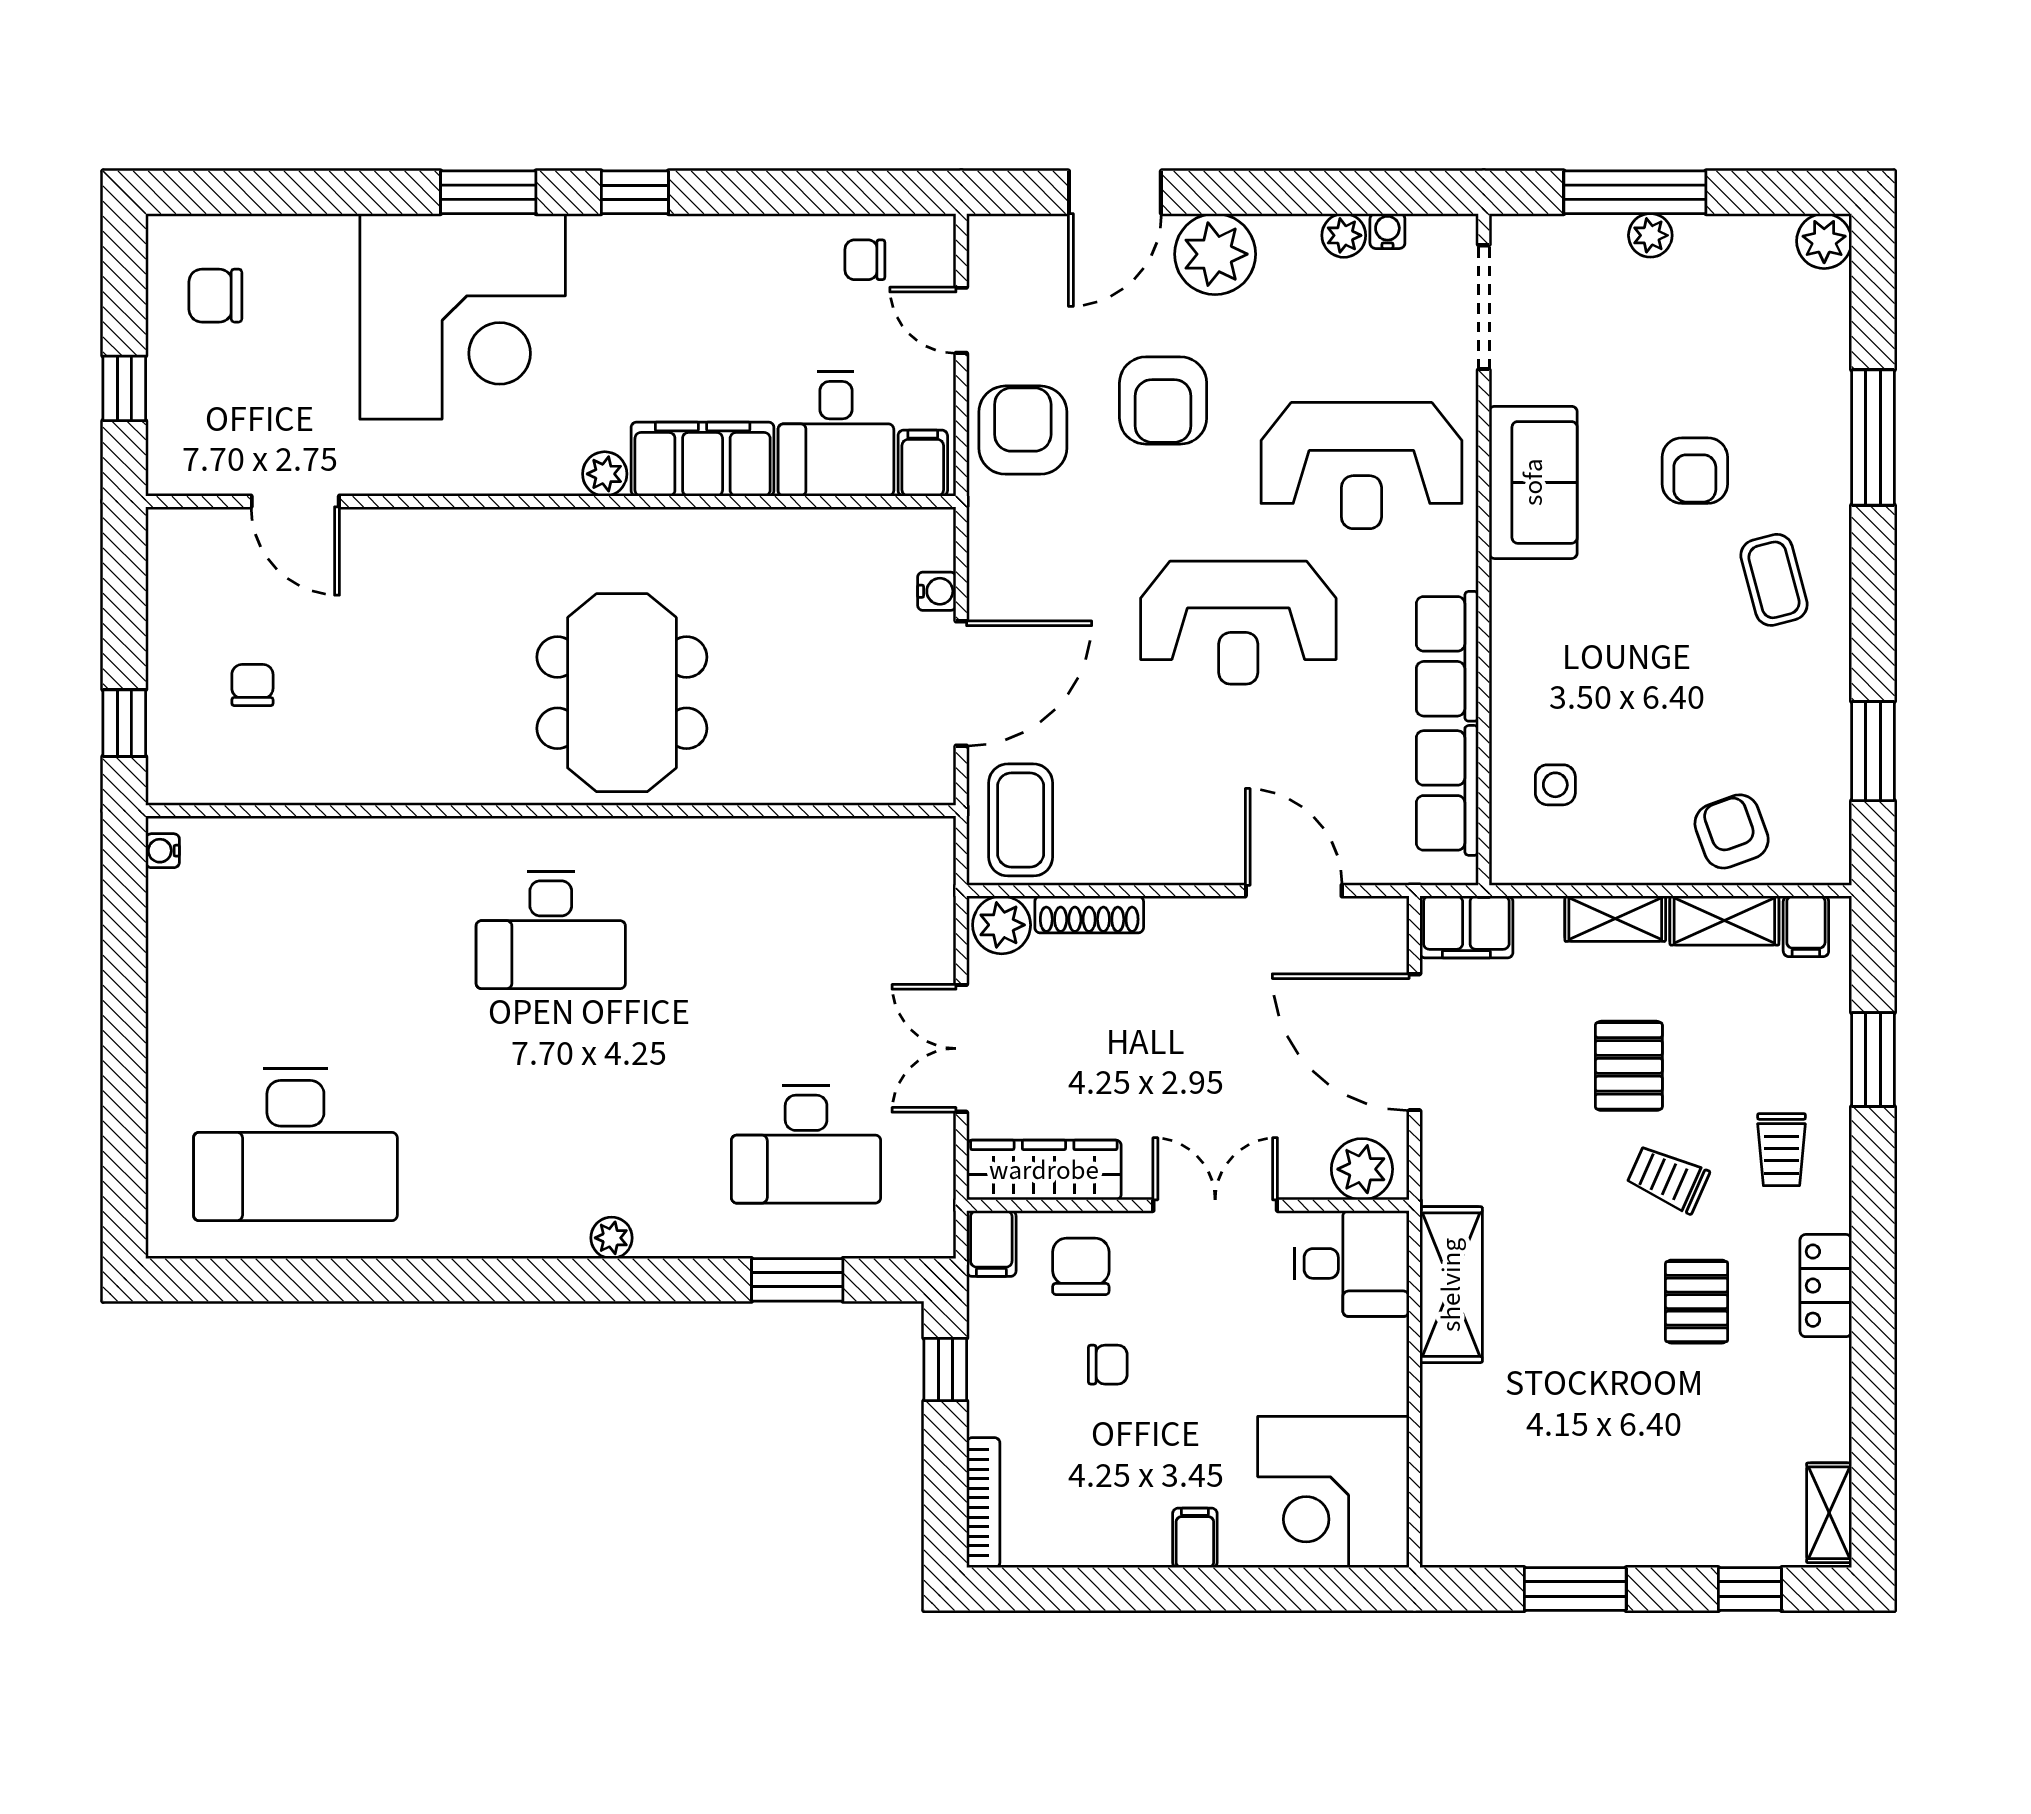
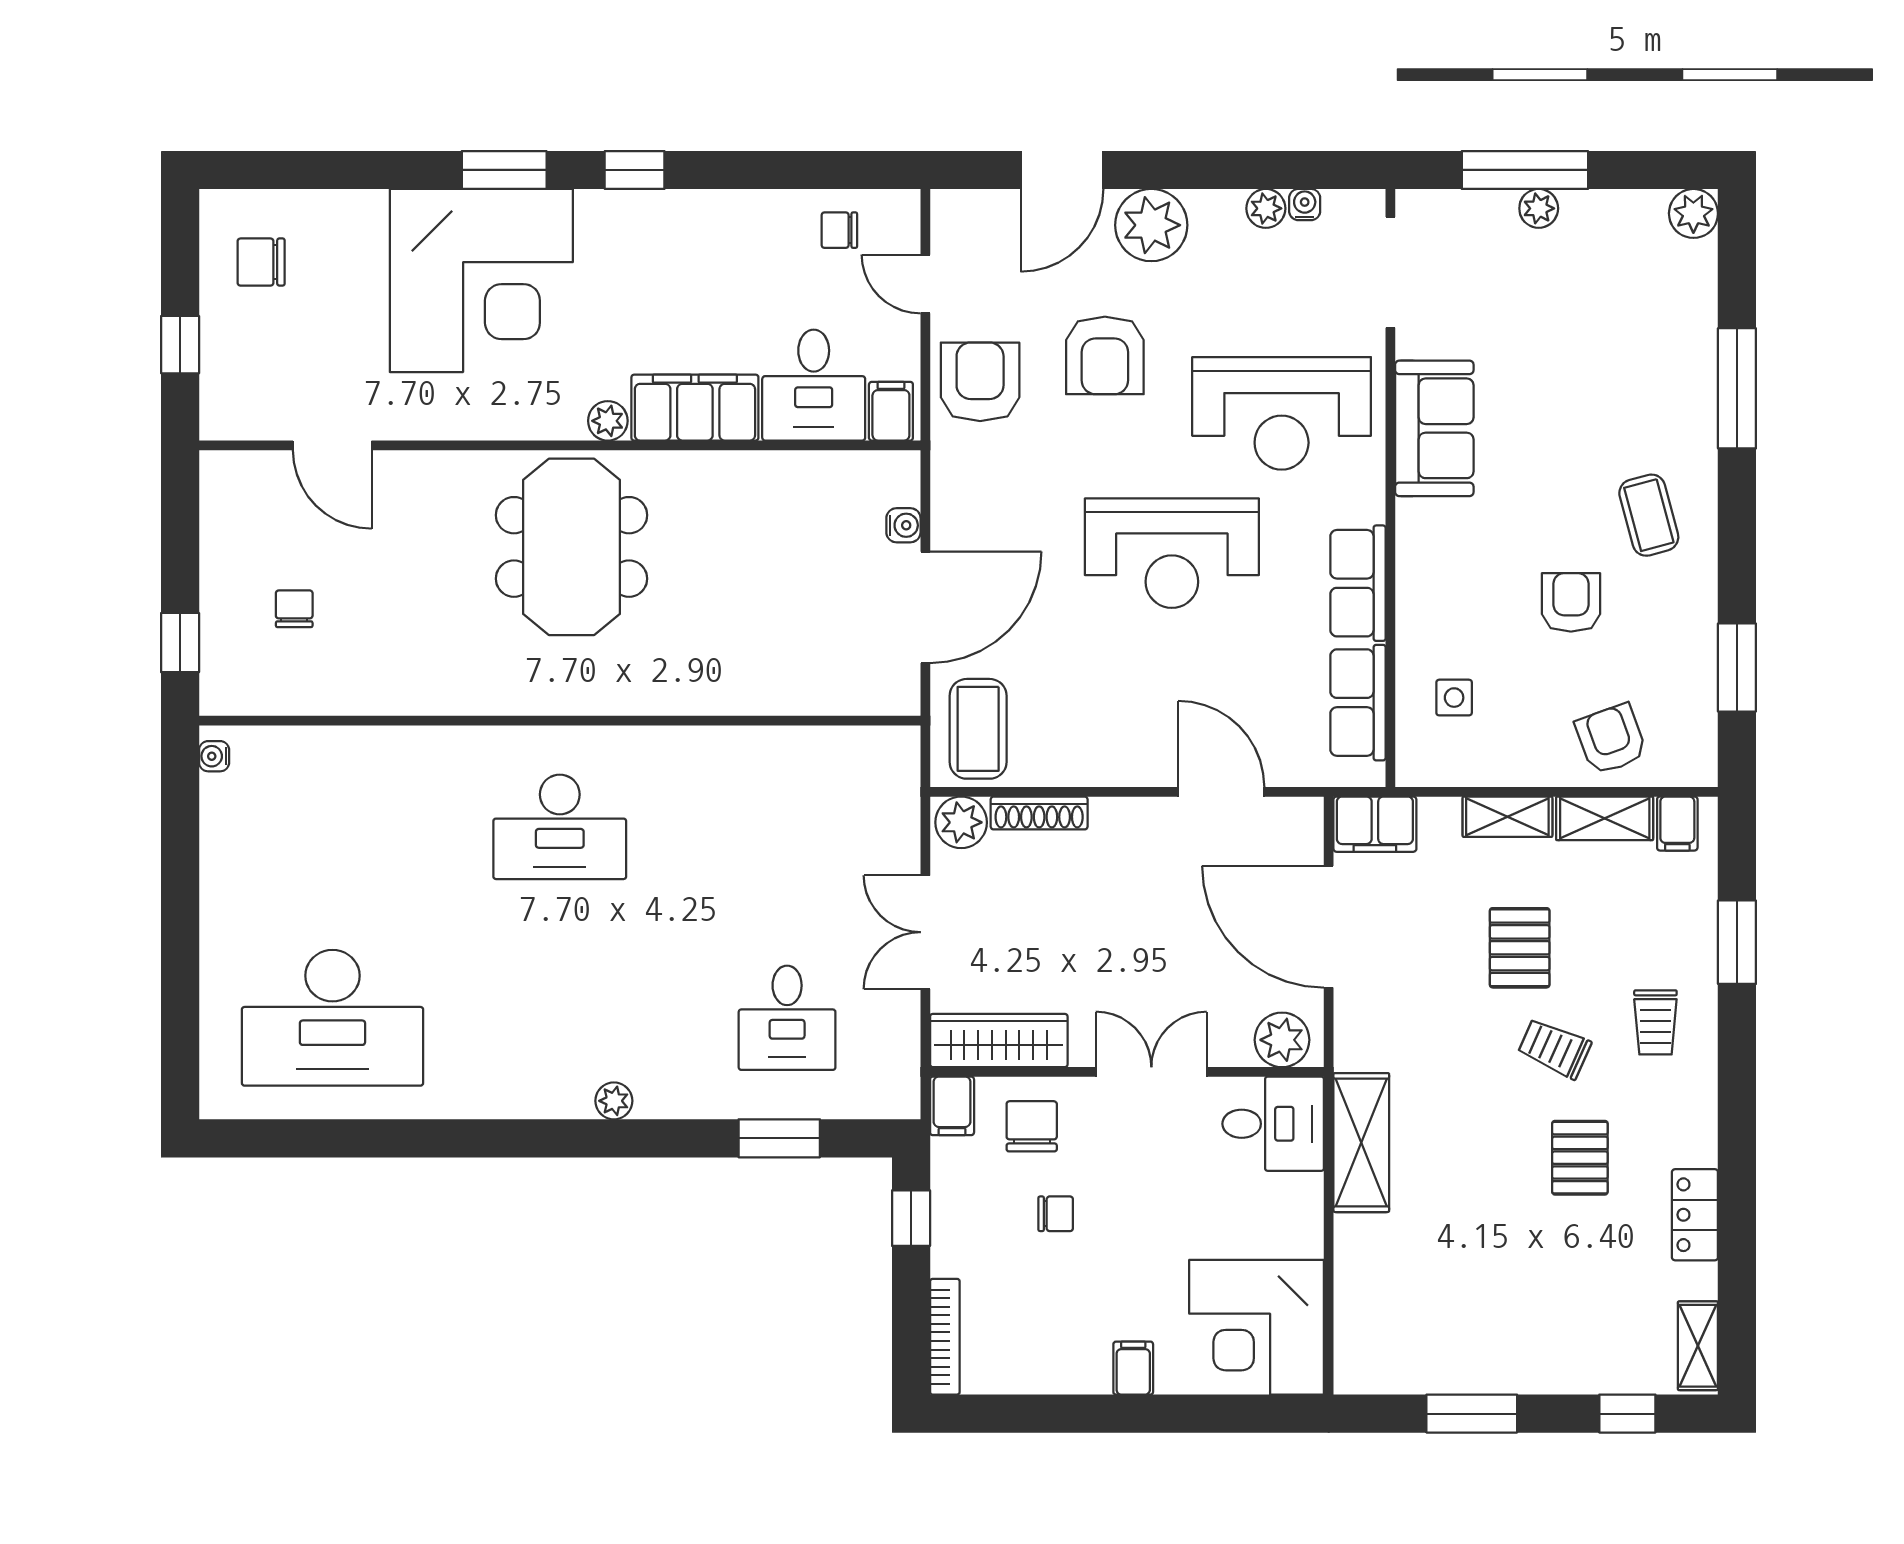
armchair: (1695, 471) -> (1571, 602), moved, turned 180
meeting table: (622, 693) -> (571, 547), moved
desk: (806, 1144) -> (787, 1018), width x0.73
locker: (1826, 1286) -> (1695, 1215), moved

